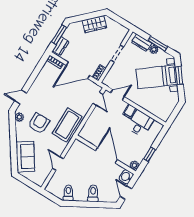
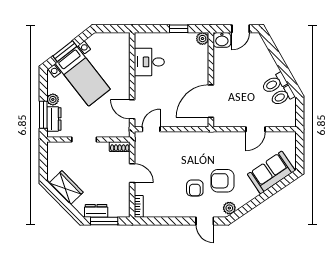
window: (158, 44) -> (43, 115), moved
dresser: (61, 46) -> (96, 211), moved
door: (78, 70) -> (132, 173), width x0.53
armchair: (45, 103) -> (195, 188), added
filing cabinet: (130, 111) -> (143, 83), removed
coffee table: (67, 125) -> (204, 146), removed
door: (106, 155) -> (211, 101), moved
toilet: (93, 193) -> (274, 83), moved

